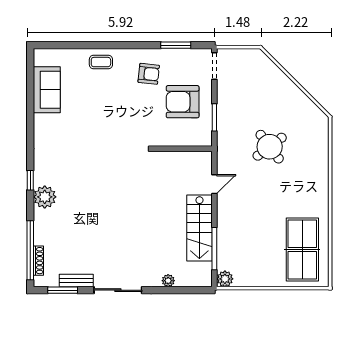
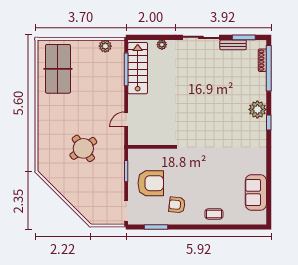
stairs: (199, 228) -> (138, 68), moved
plant: (225, 279) -> (105, 46), moved

